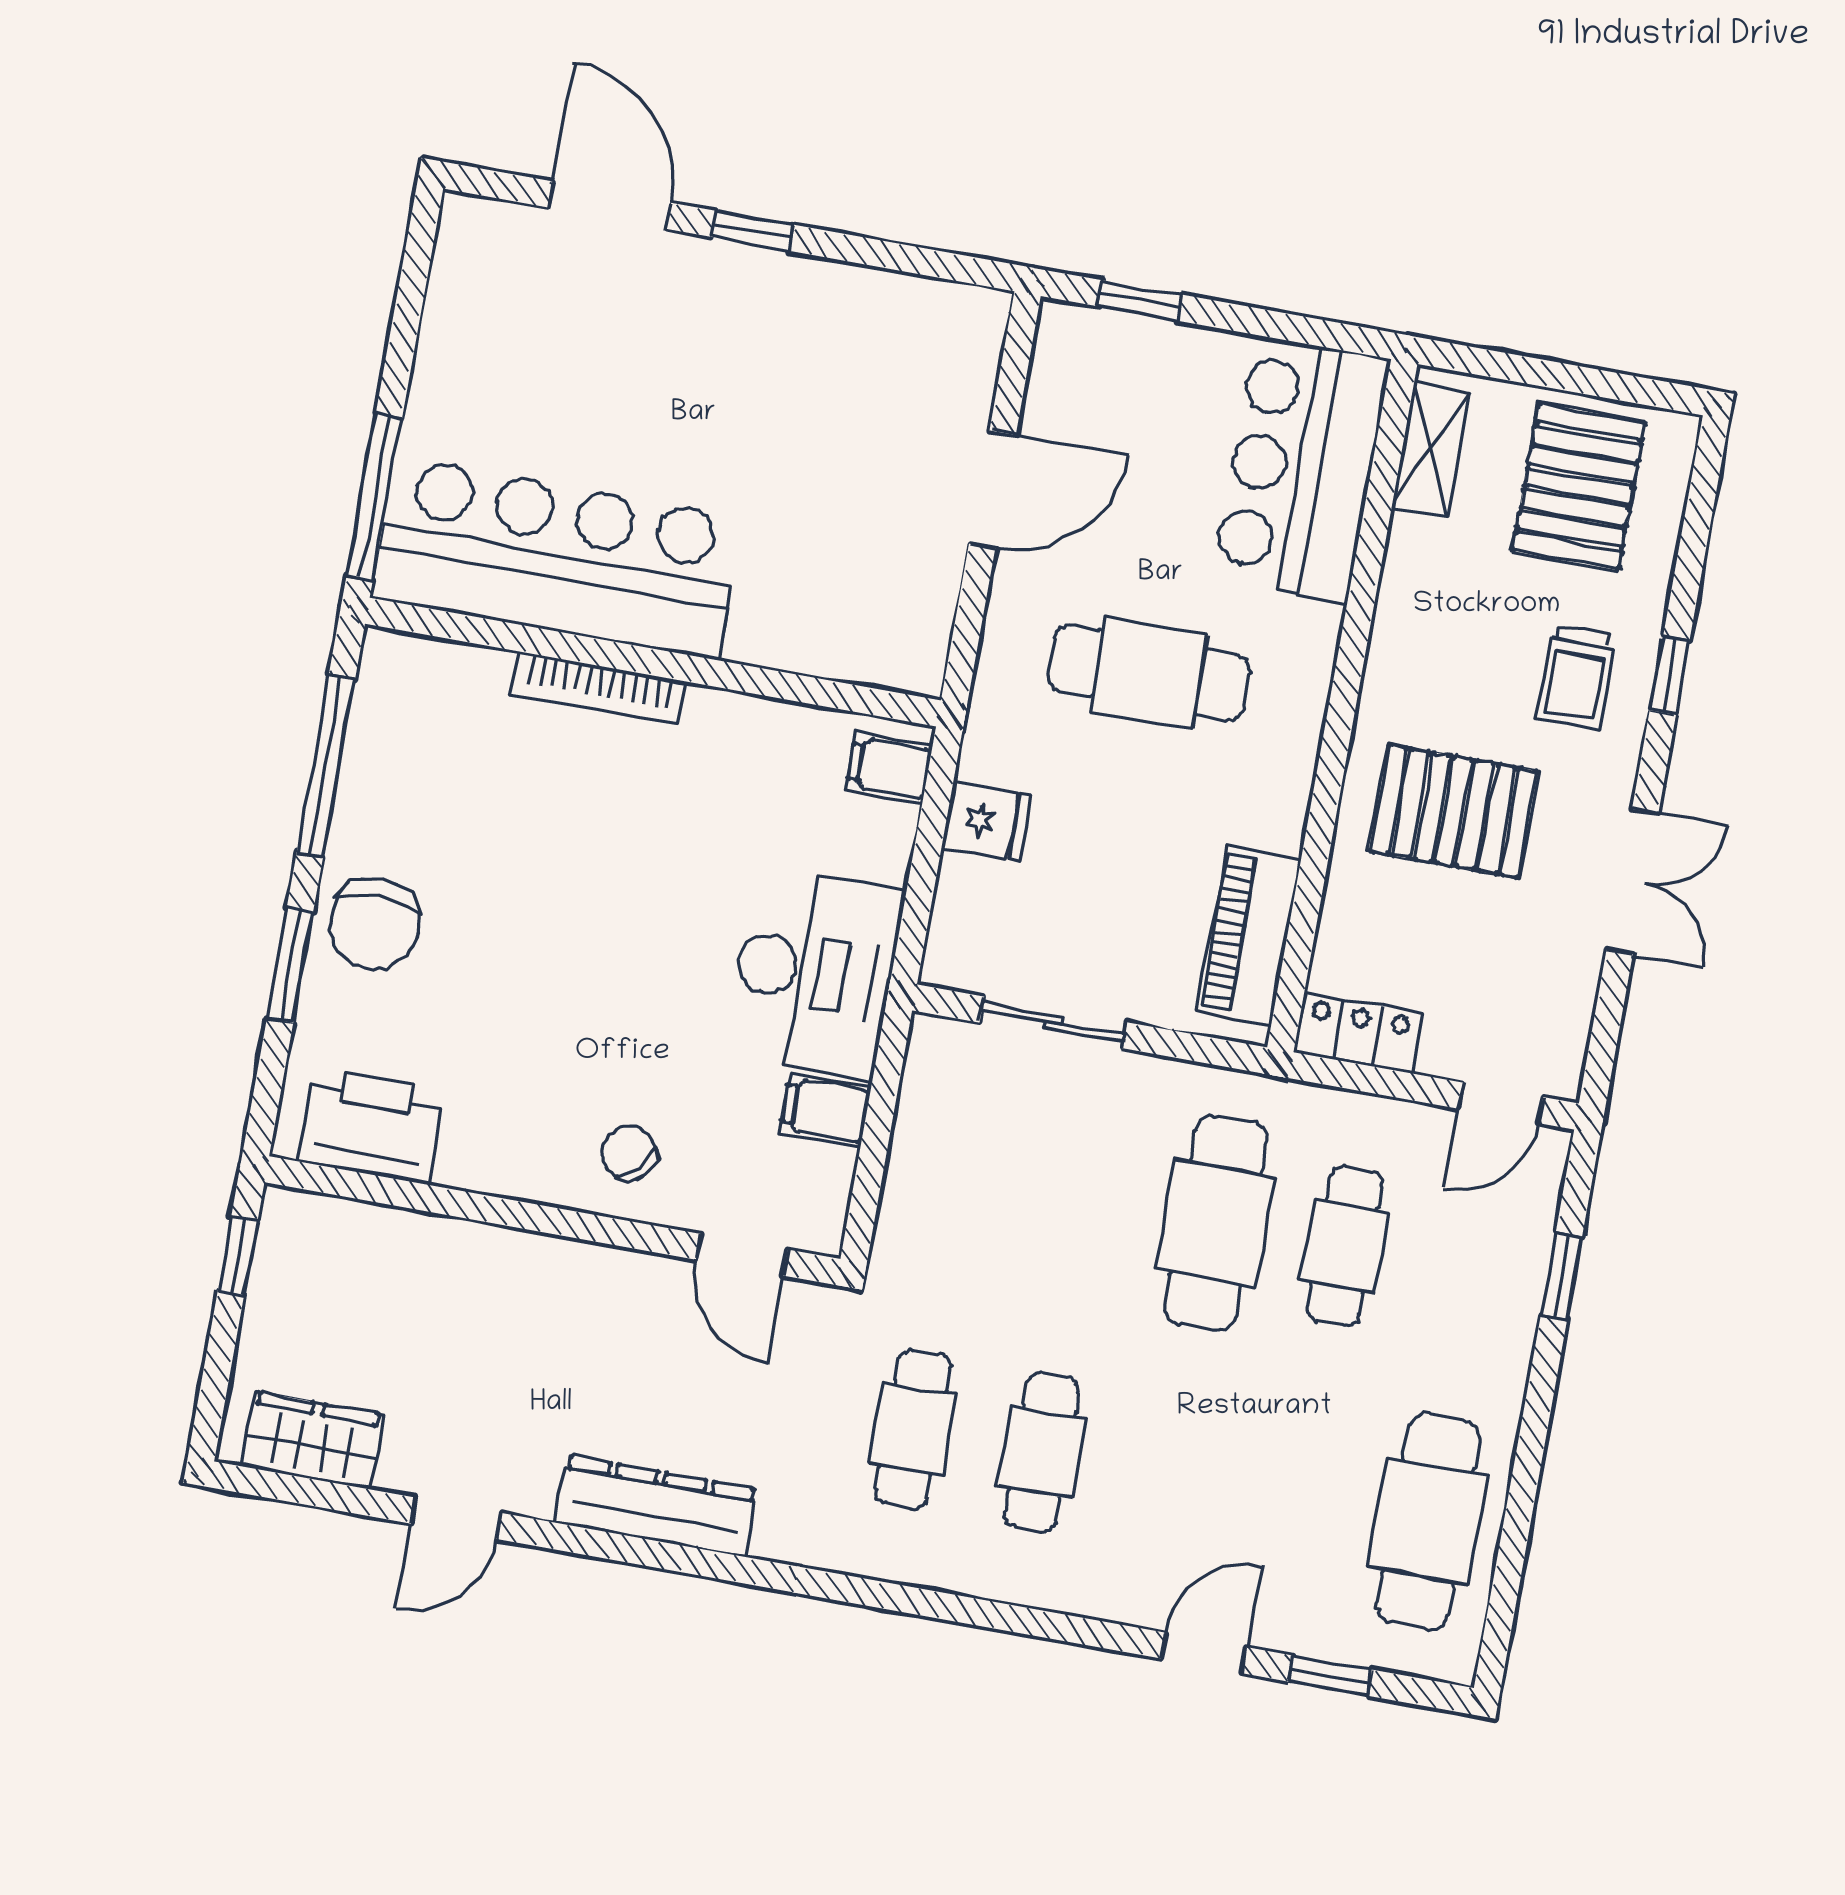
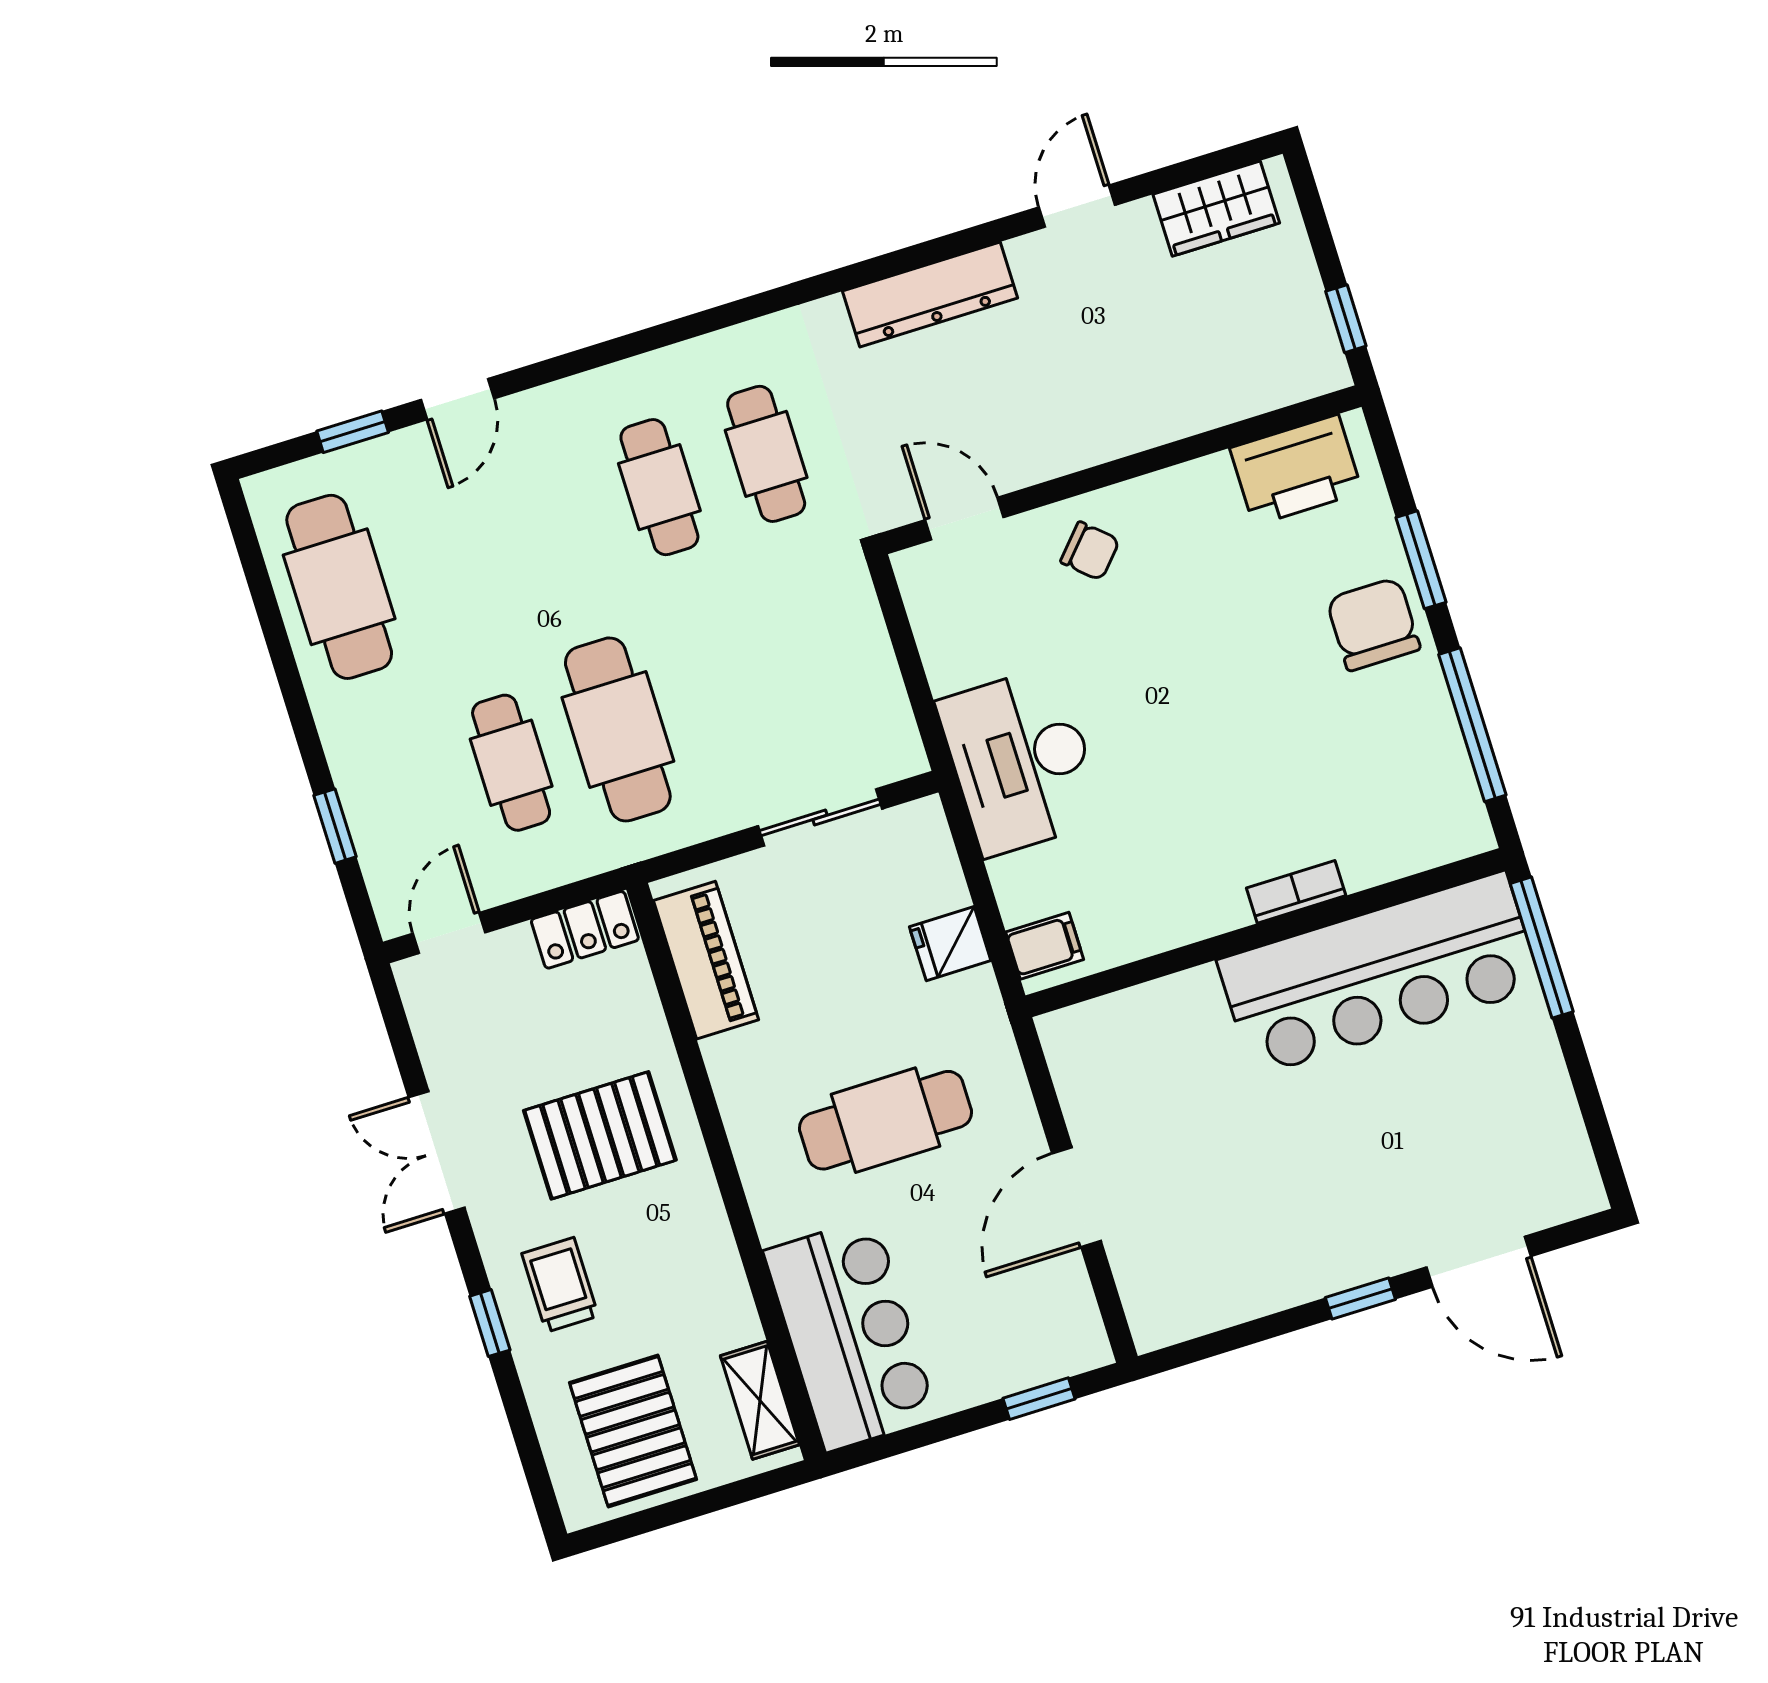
bookcase: (599, 688) -> (1296, 892), width x0.64
filing cabinet: (825, 1110) -> (958, 661), removed

